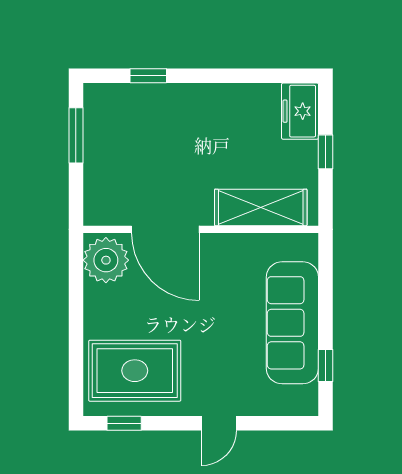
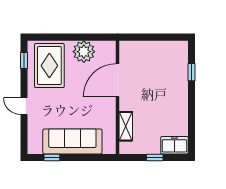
window: (76, 135) -> (163, 37), removed
shelving: (261, 207) -> (126, 126), width x0.67, depth x0.75
plant: (106, 260) -> (84, 52), moved

